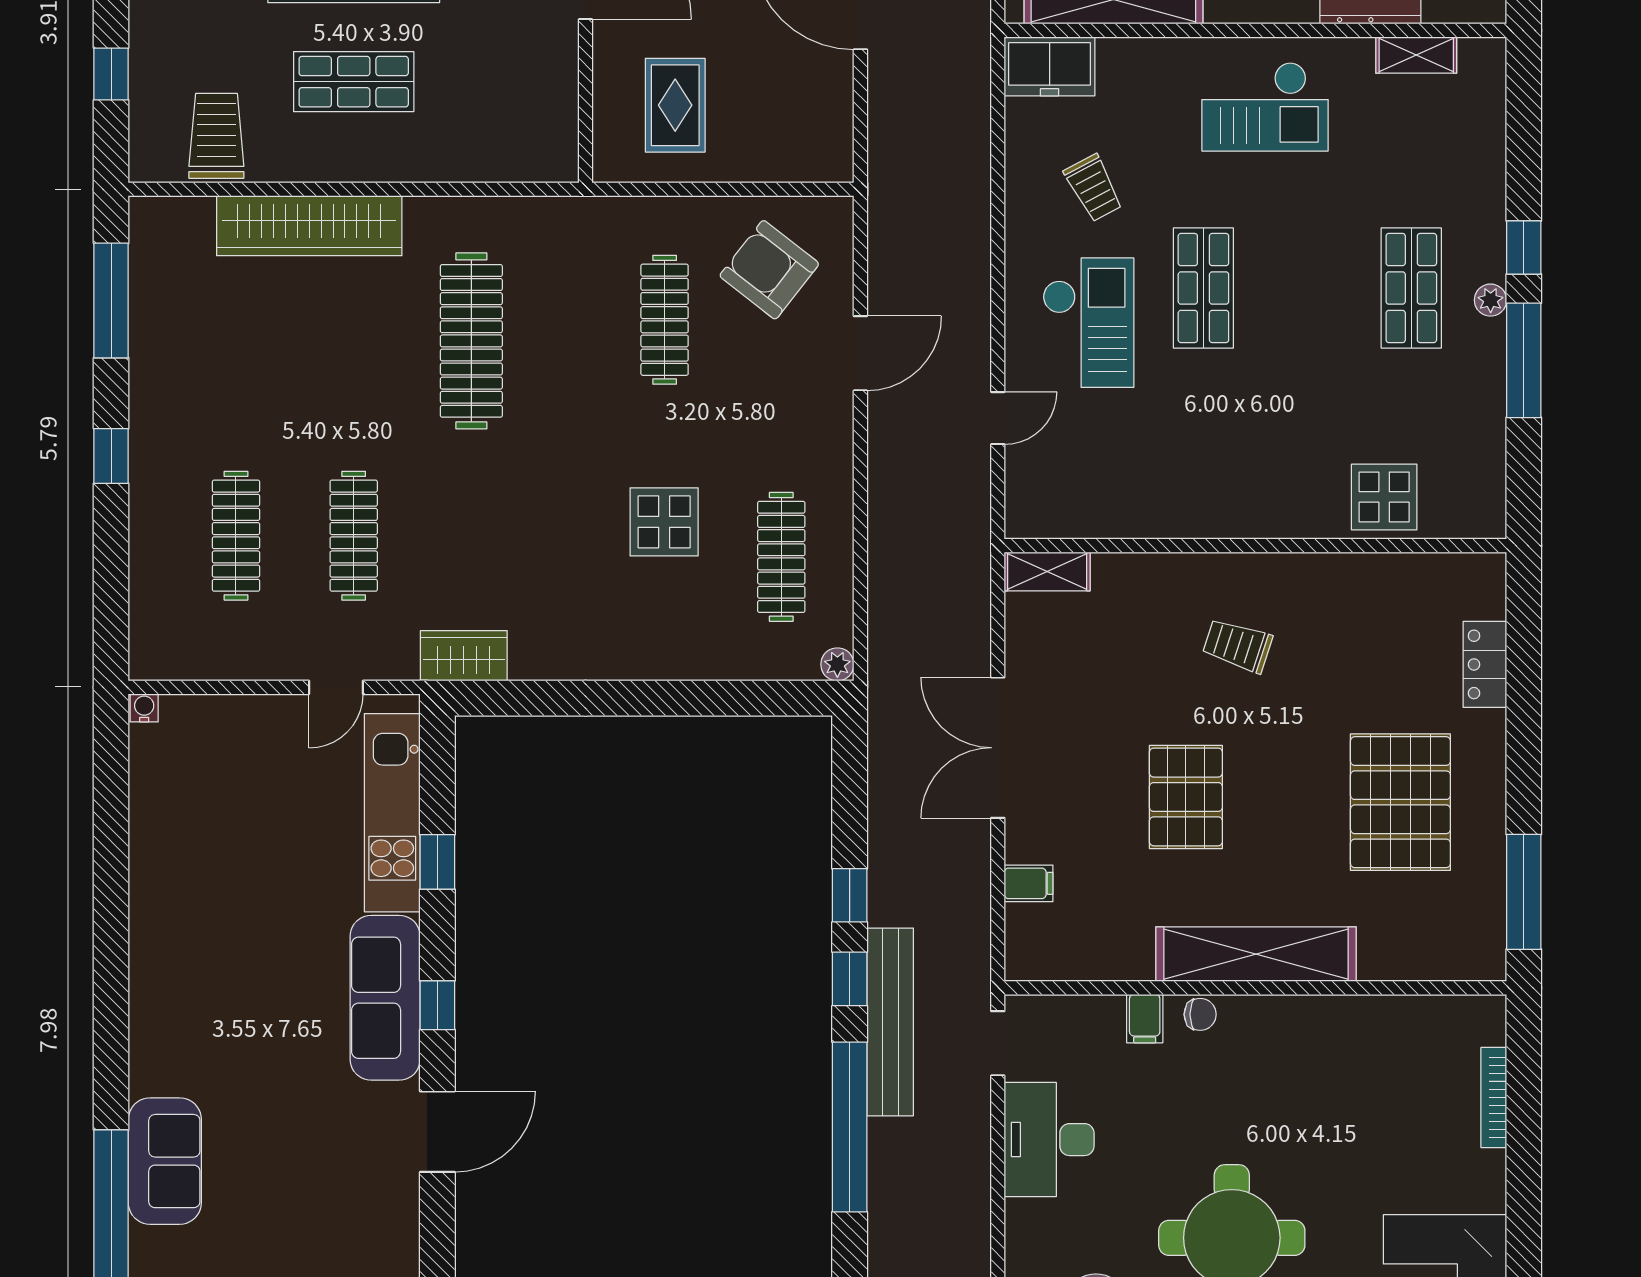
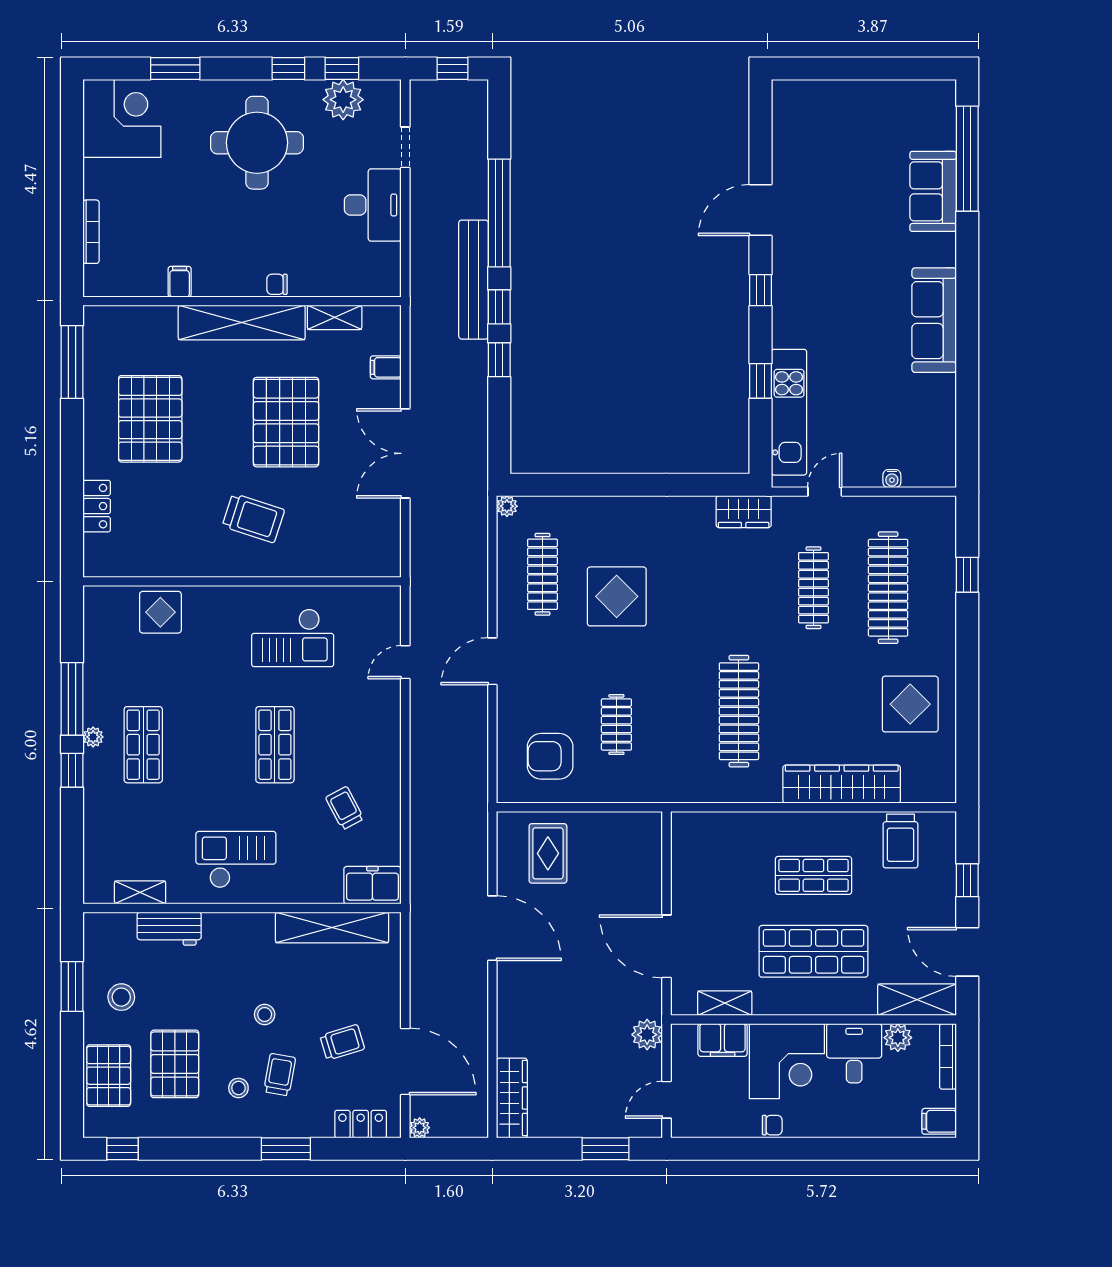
rug: (675, 105) -> (548, 853), moved
armchair: (769, 270) -> (550, 756), turned 142
window: (111, 300) -> (967, 737), removed
clothes rail: (665, 320) -> (616, 725), width x0.73
checkout: (1088, 323) -> (293, 638), moved, turned -90
display table: (201, 352) -> (910, 704), added
door: (860, 353) -> (492, 661), moved
window: (111, 456) -> (967, 575), moved
display table: (664, 522) -> (617, 596), width x1.36, depth x1.36
clothes rail: (236, 536) -> (888, 588), width x1.37, depth x1.31
shelving: (1047, 571) -> (335, 317), moved
trolley: (1238, 646) -> (253, 518), width x1.36, depth x1.39
water cooler: (144, 708) -> (892, 479), moved
double door: (998, 748) -> (405, 453), swing flipped
pallet: (1186, 797) -> (286, 422), width x1.37, depth x1.41
sofa: (385, 998) -> (934, 320), moved, turned 180
filing cabinet: (1145, 1019) -> (180, 282), moved
doorway: (998, 1043) -> (405, 147), moved

